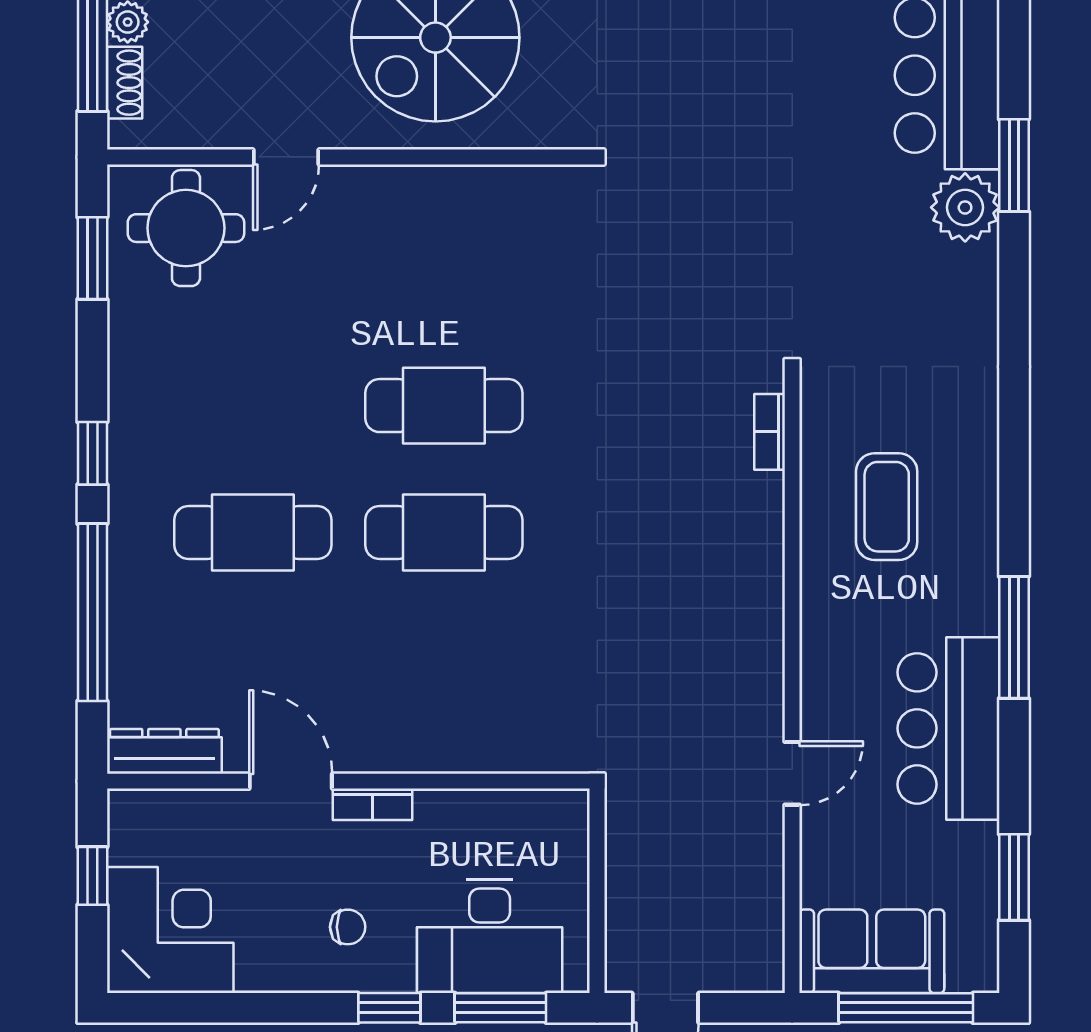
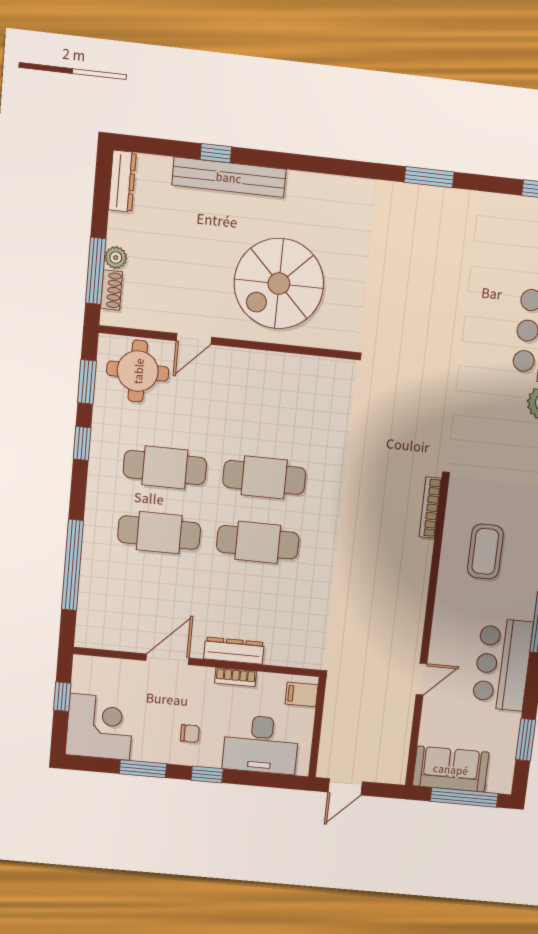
cafe table: (253, 406) -> (165, 467), added
bookcase: (770, 432) -> (430, 508), width x1.56
window: (92, 453) -> (82, 443), moved
dresser: (164, 751) -> (234, 651), moved
door: (291, 781) -> (167, 659), hinge flipped
bookcase: (373, 804) -> (236, 677), moved
filing cabinet: (559, 827) -> (302, 694), added
window: (500, 1008) -> (143, 769), moved

